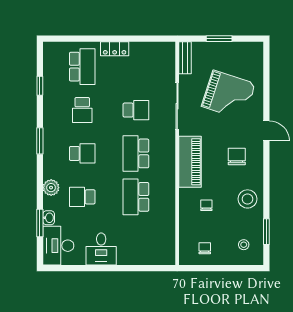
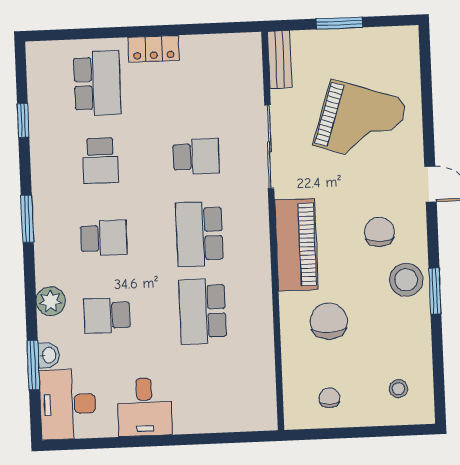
stool: (247, 199) -> (406, 280), moved
chair: (206, 205) -> (329, 321), width x1.87, depth x1.87
window: (266, 232) -> (435, 291), moved

